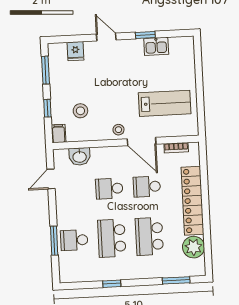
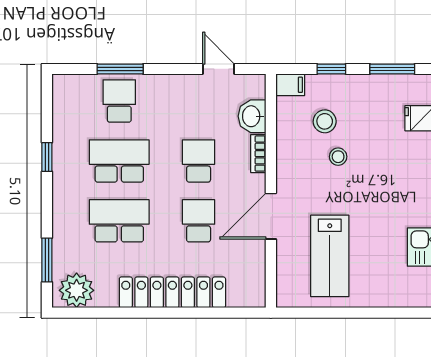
stool: (118, 130) -> (338, 157), moved
bookcase: (176, 148) -> (258, 154), moved
plant: (194, 247) -> (77, 290), moved

